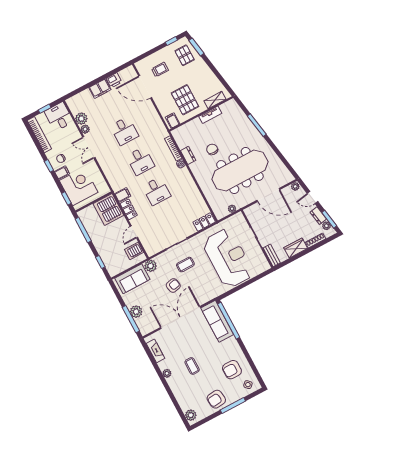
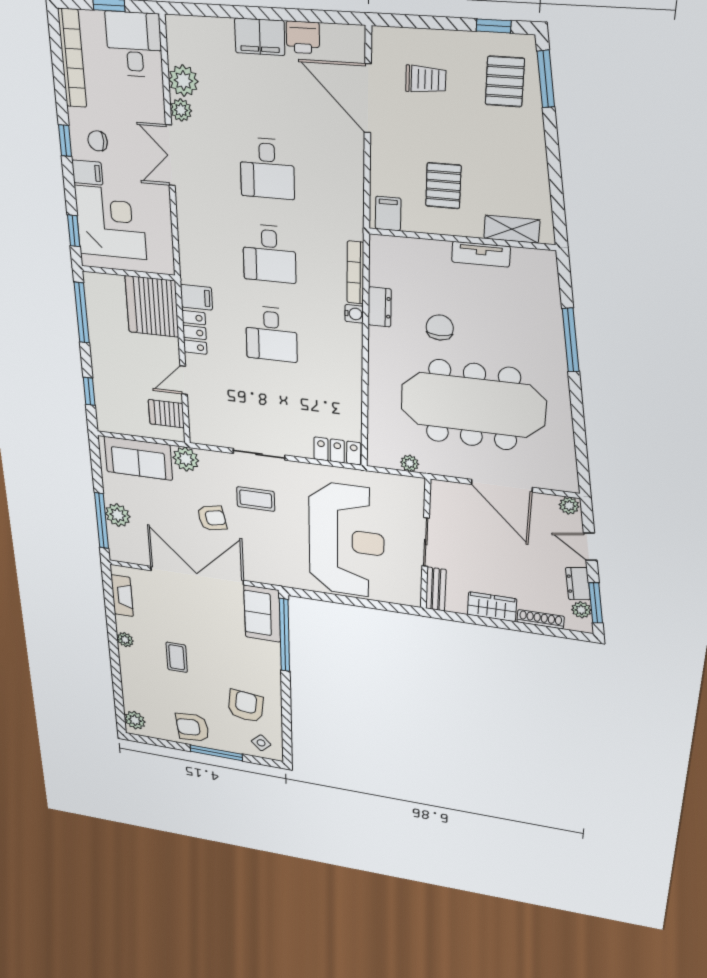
pallet: (185, 100) -> (443, 186), width x0.67, depth x0.71
sofa: (217, 321) -> (262, 614), width x0.73
armchair: (232, 370) -> (246, 706), turned 96

